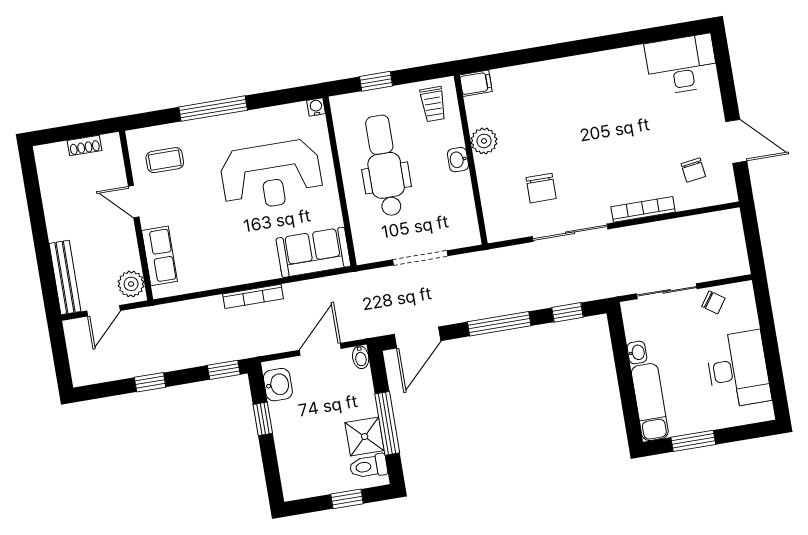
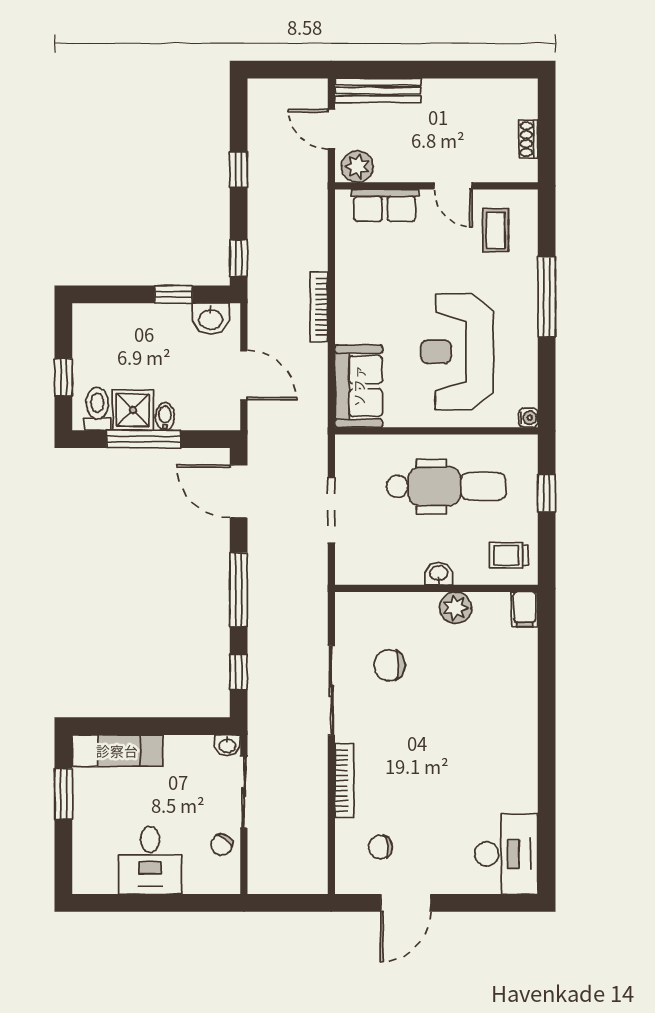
door: (134, 202) -> (453, 186), swing flipped
washbasin: (637, 352) -> (227, 745), moved
bidet: (361, 357) -> (165, 417), moved, turned 90
desk: (738, 369) -> (150, 860), width x0.73

